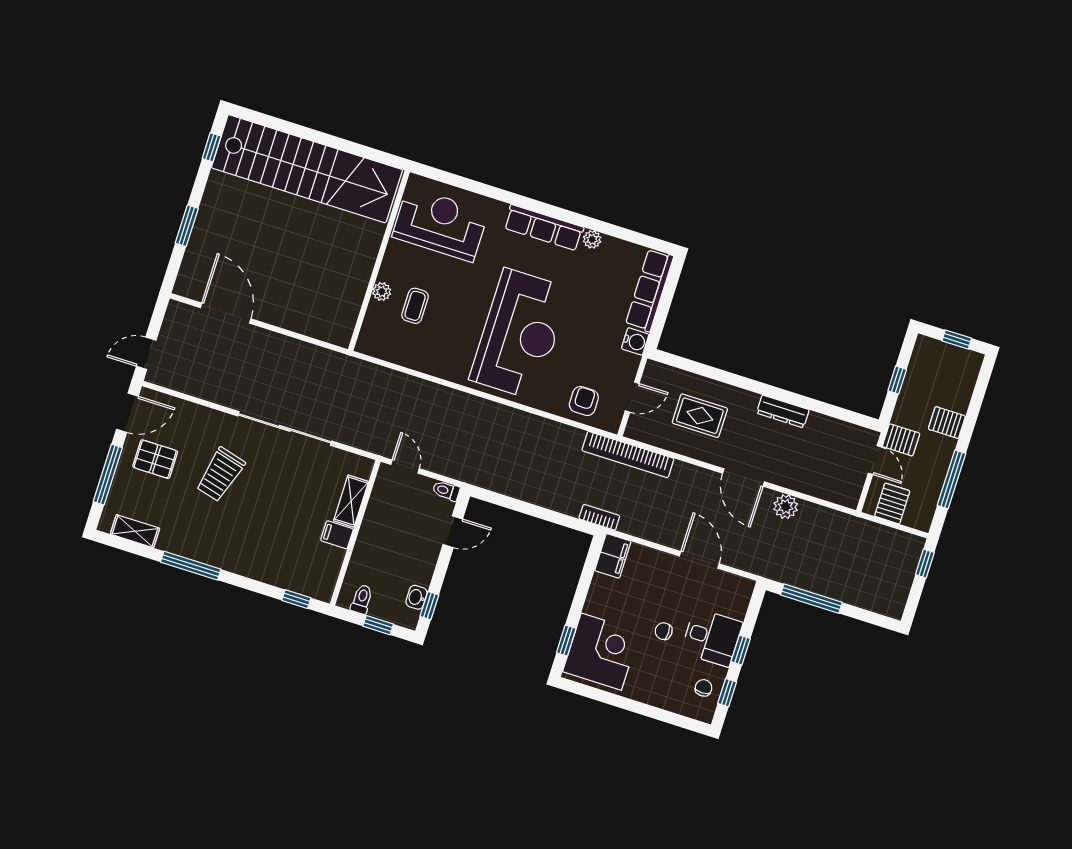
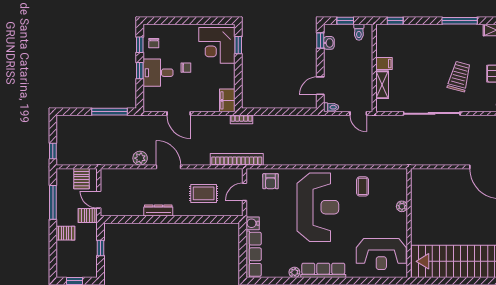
coffee table: (415, 306) -> (363, 186), moved
reception desk: (520, 334) -> (318, 207), turned 180

